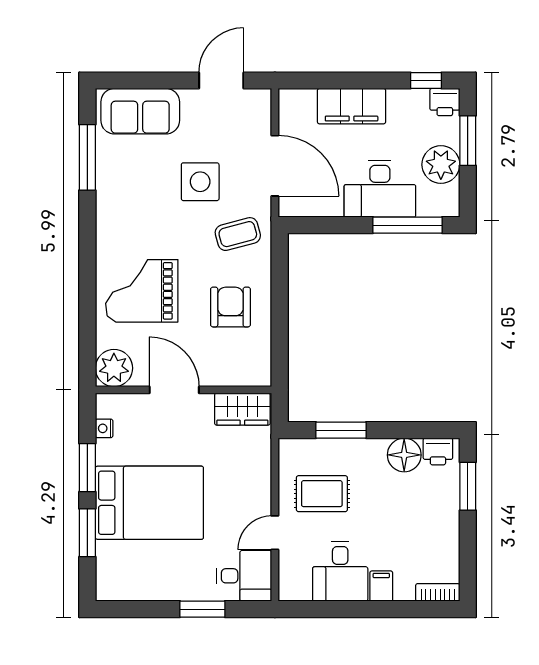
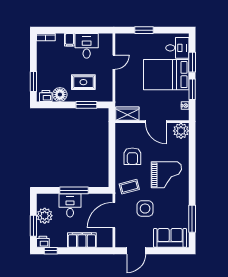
door: (275, 166) -> (114, 215), hinge flipped
desk: (380, 189) -> (70, 205), width x0.73
window: (408, 225) -> (74, 190), moved
grand piano: (142, 291) -> (166, 175), moved
rug: (322, 494) -> (83, 82), moved
desk: (244, 576) -> (177, 48), moved, turned 180

